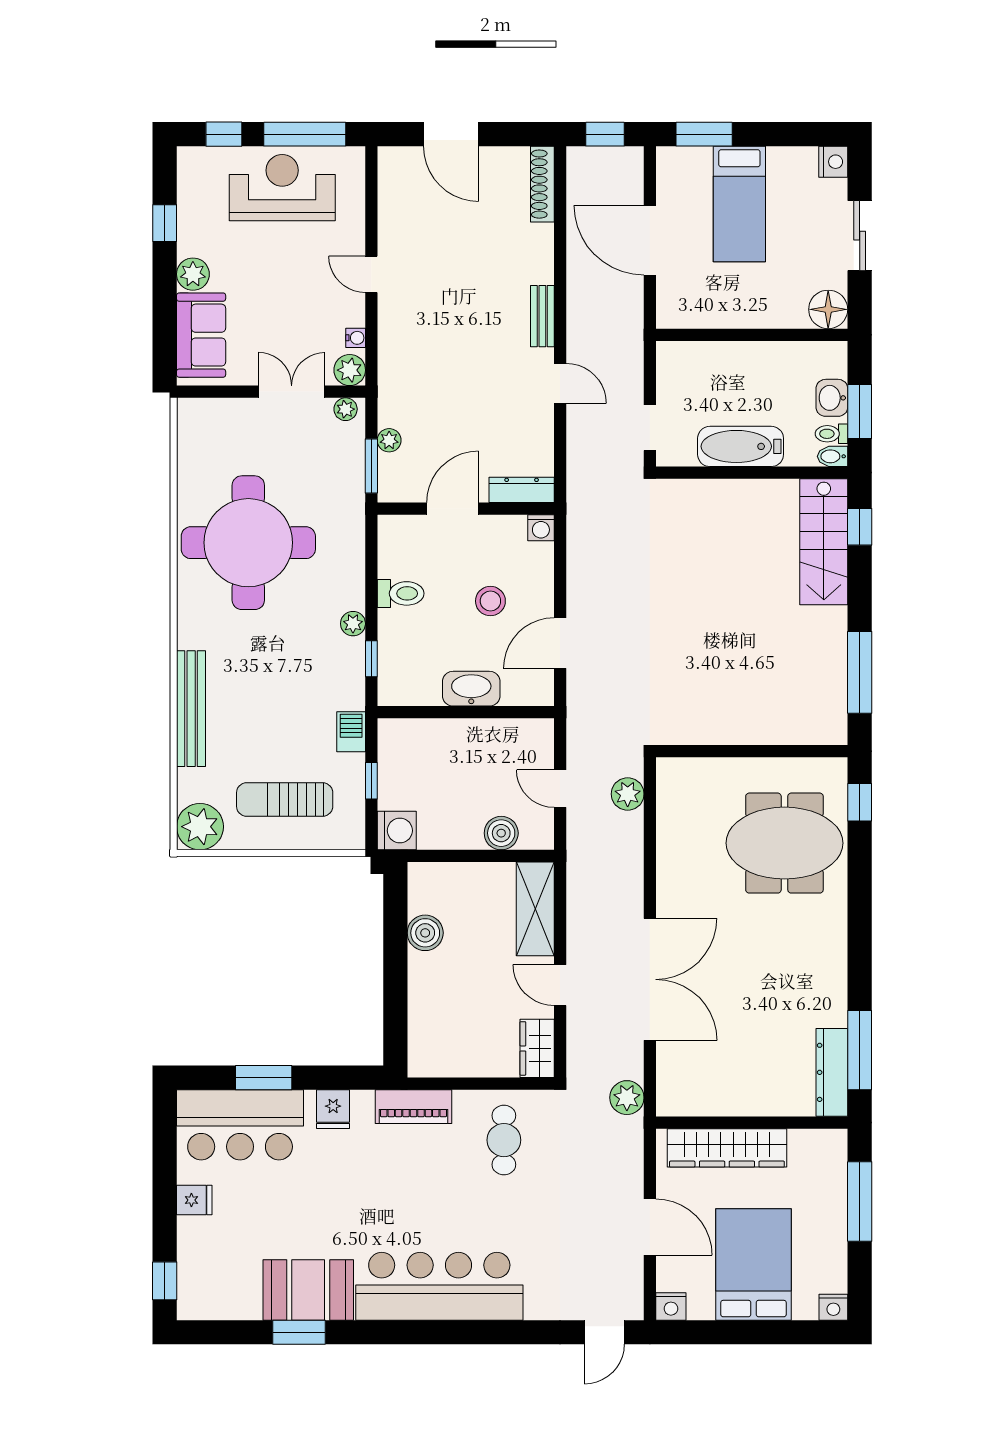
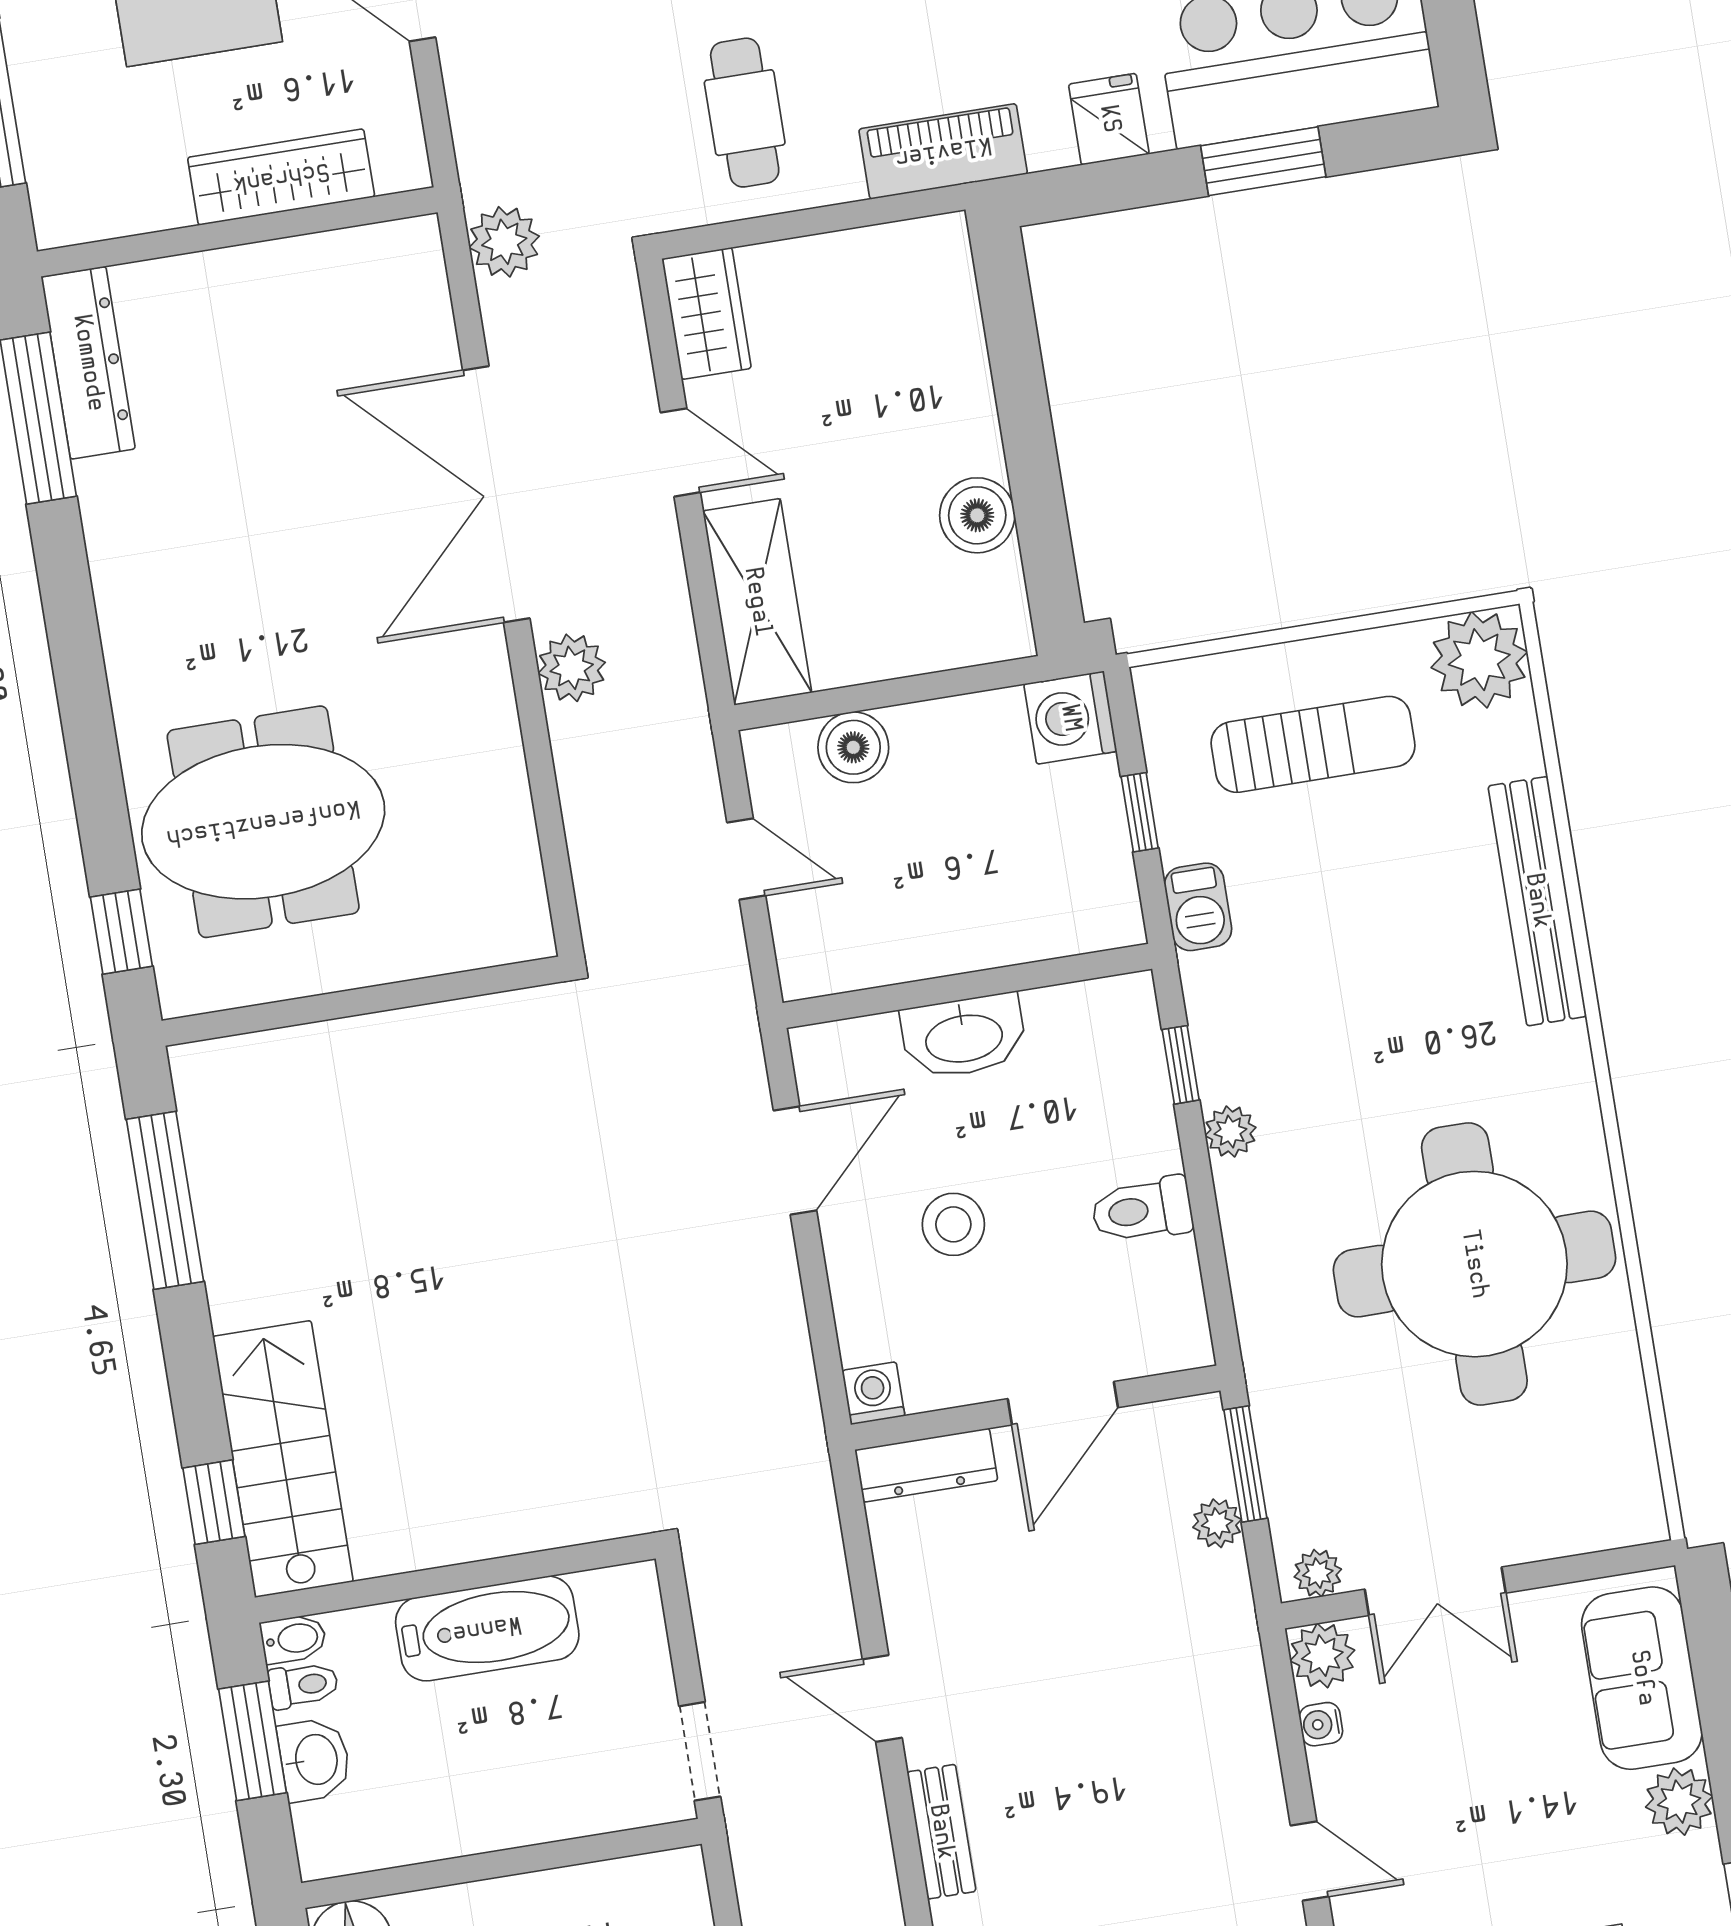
doorway: (650, 428) -> (700, 1751), moved
plant: (628, 794) -> (572, 668), moved
wardrobe: (727, 1148) -> (281, 177), width x0.71, depth x0.85

